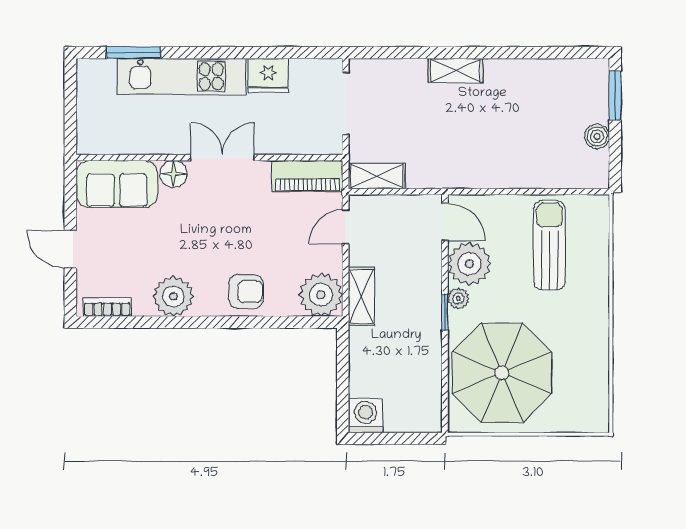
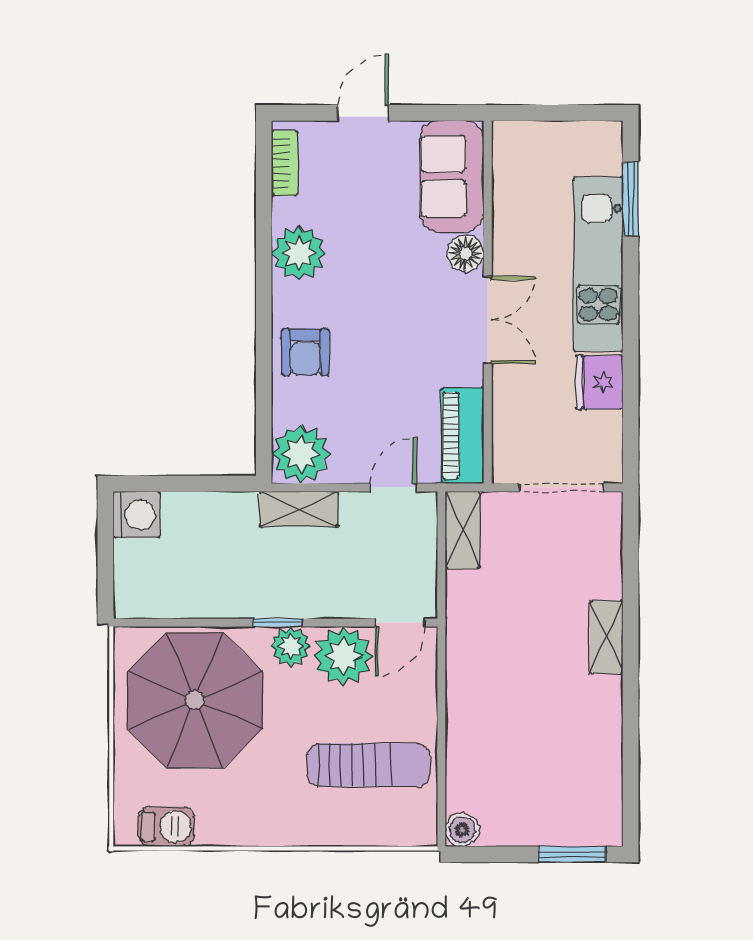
boiler: (597, 136) -> (462, 830), moved
door: (346, 227) -> (393, 487), hinge flipped
plant: (458, 298) -> (291, 646), width x1.38, depth x1.38
barbecue: (595, 394) -> (166, 827), added

